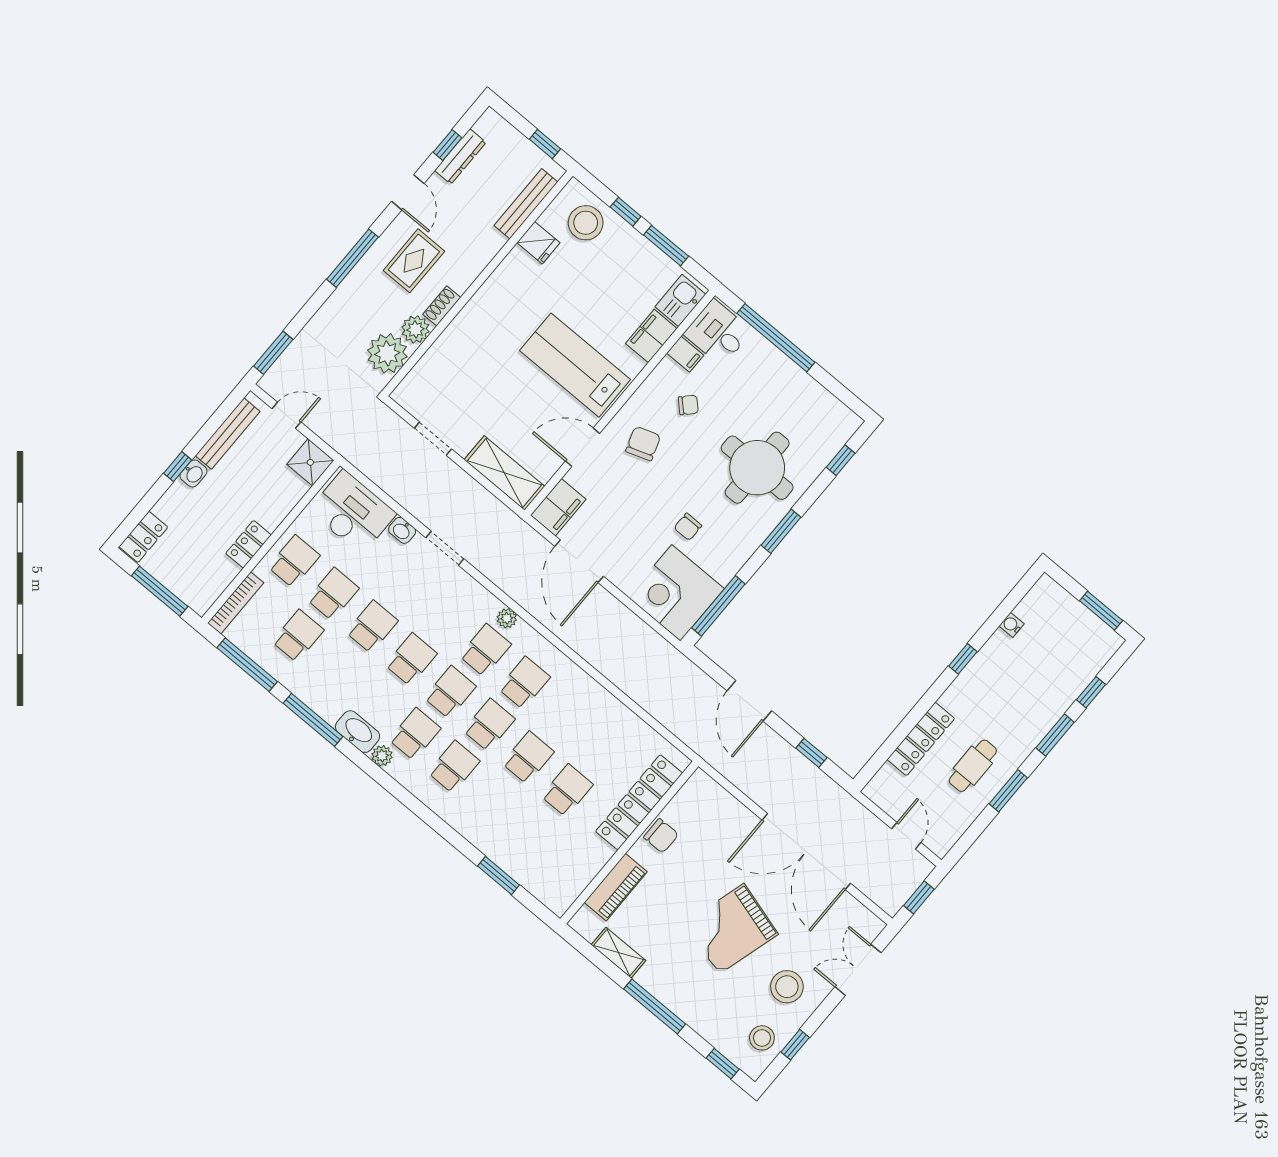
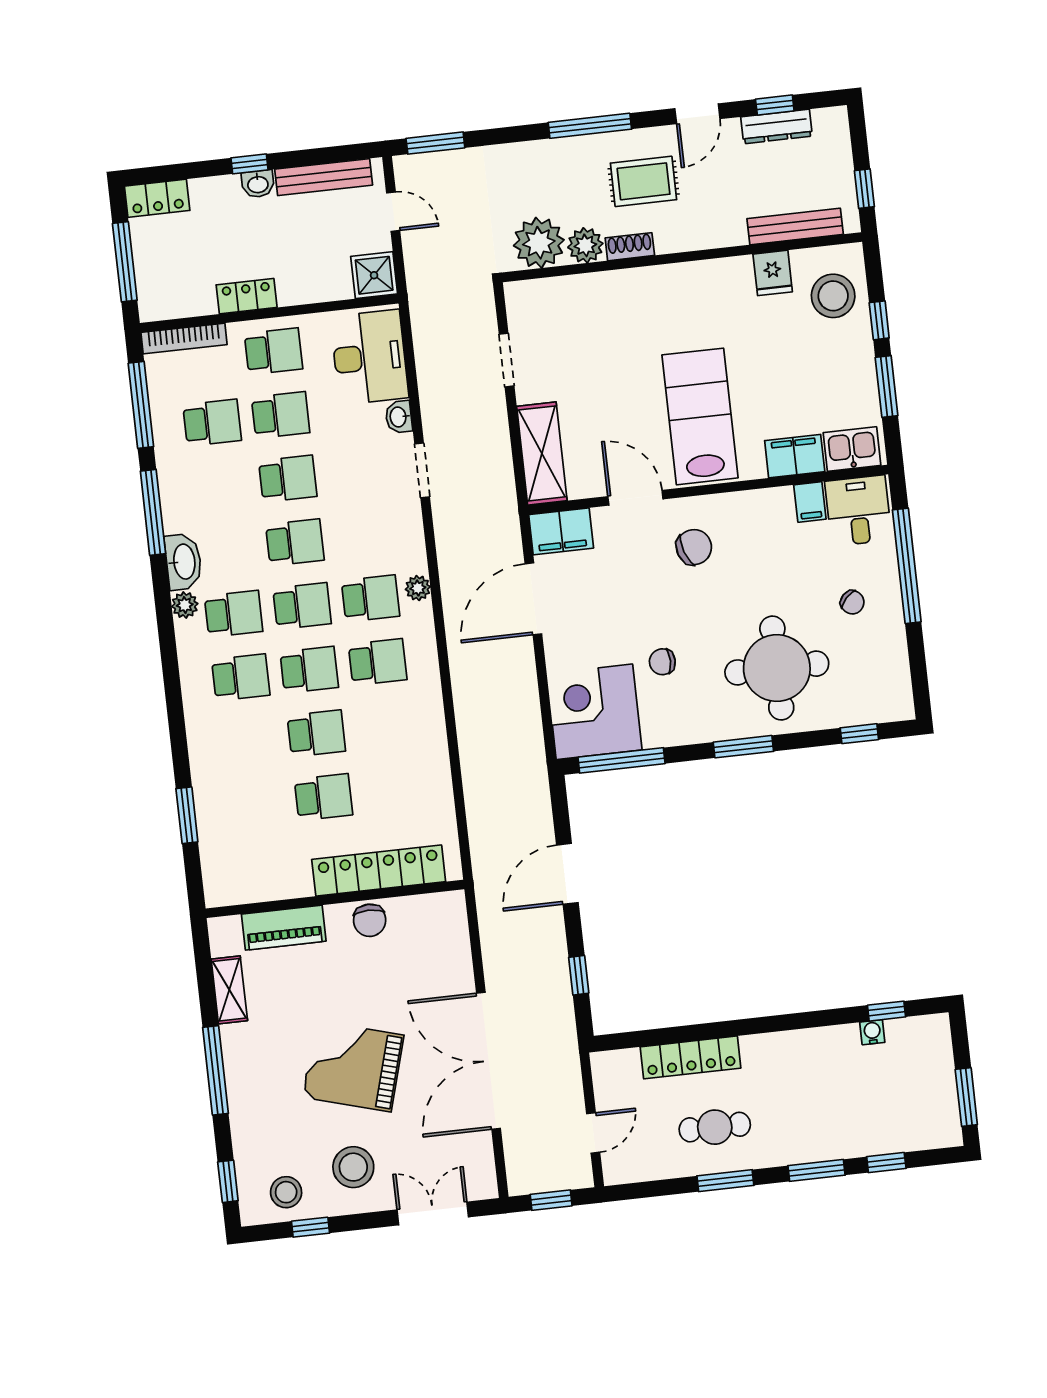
chair: (688, 405) -> (852, 602), moved
window: (963, 659) -> (887, 1011), moved

